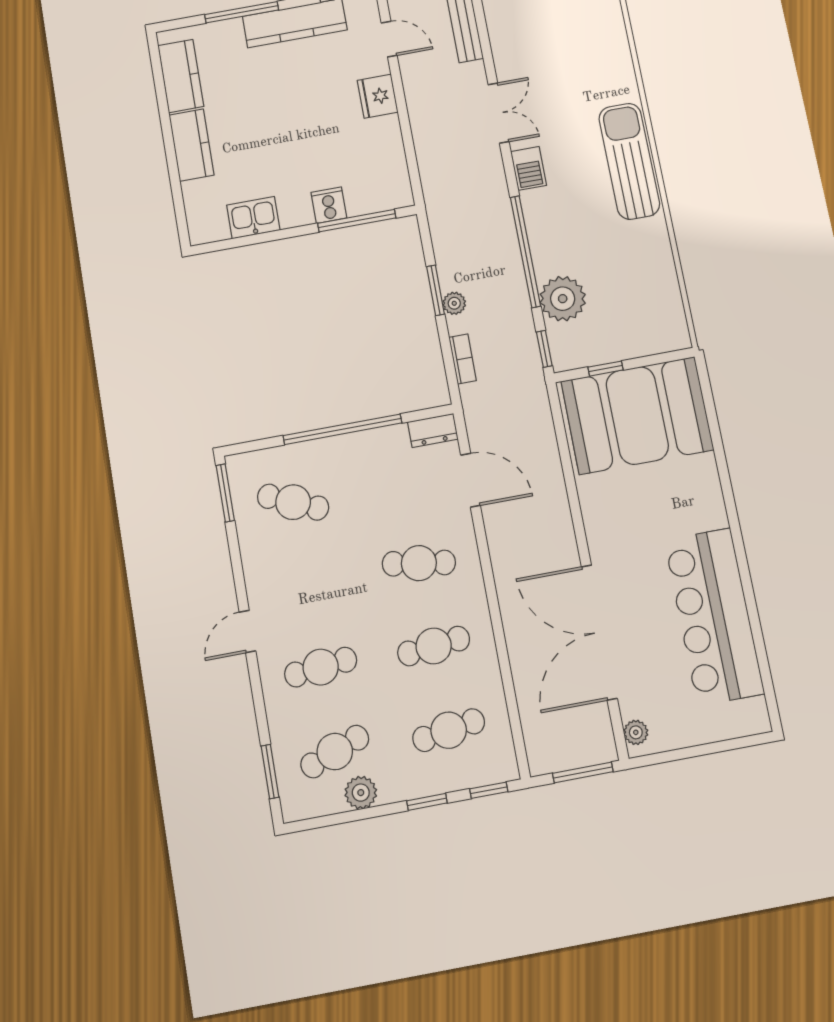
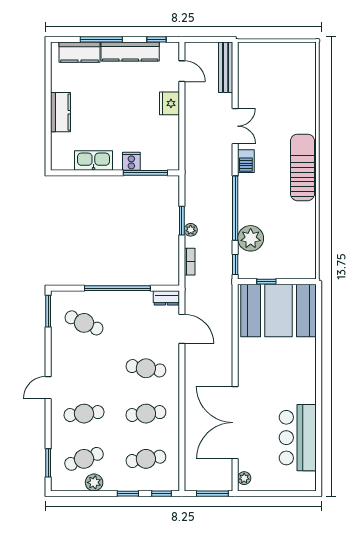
kitchen counter: (181, 76) -> (80, 52), moved, turned 90
kitchen sink: (253, 218) -> (93, 161), width x1.38
bar counter: (714, 616) -> (298, 438), width x0.73

